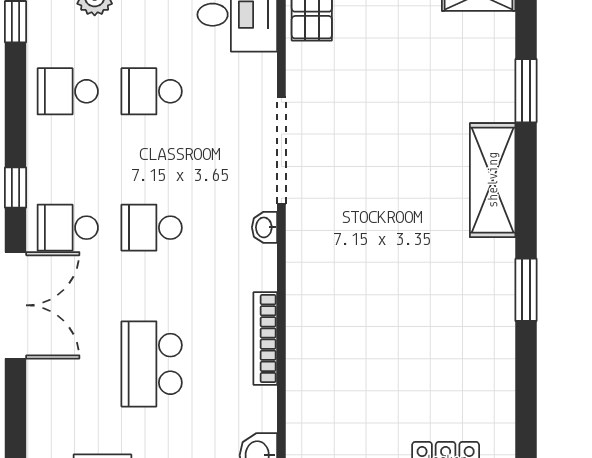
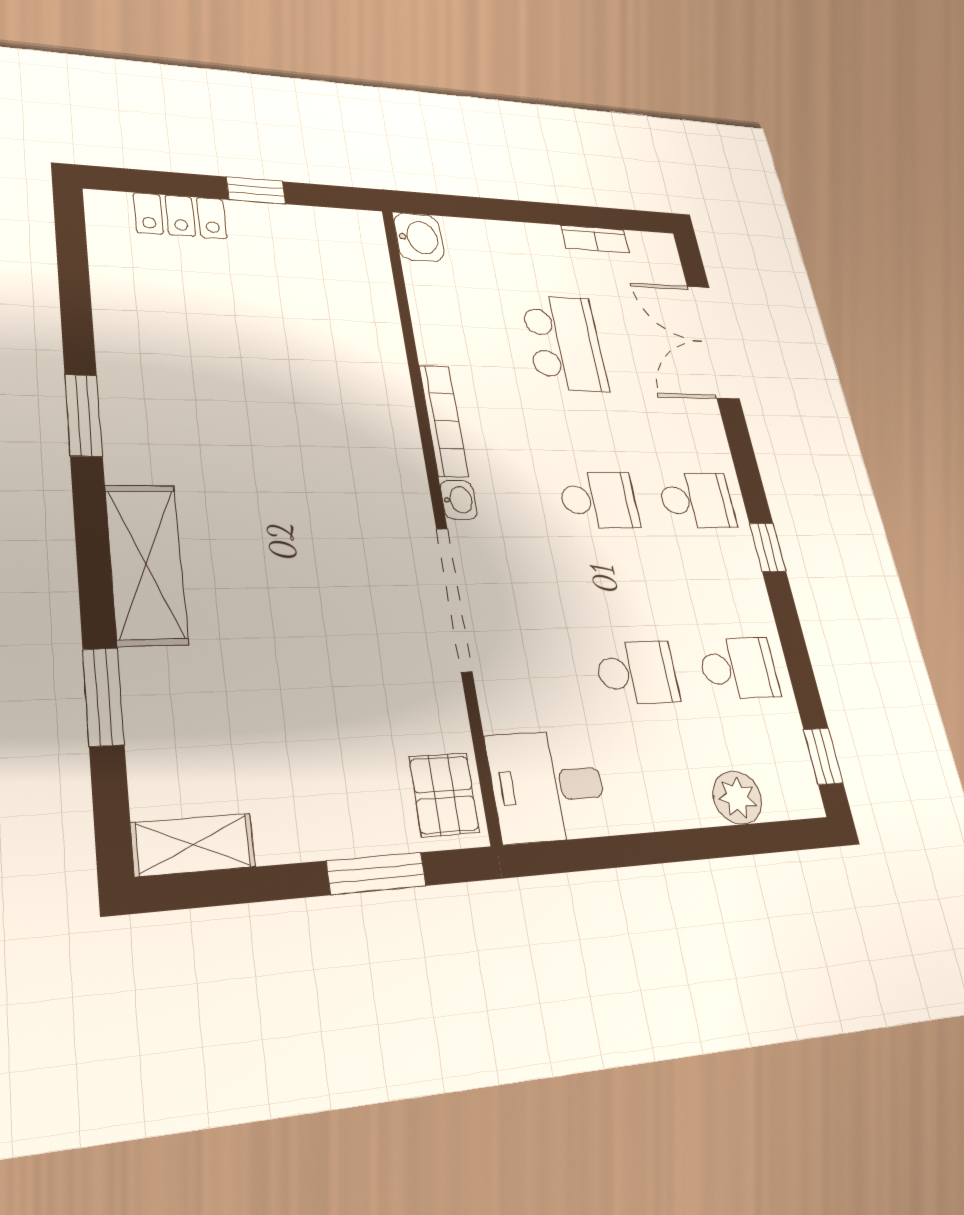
double door: (15, 305) -> (713, 342), moved
bookcase: (265, 339) -> (444, 421), moved

